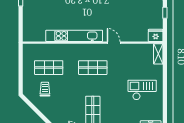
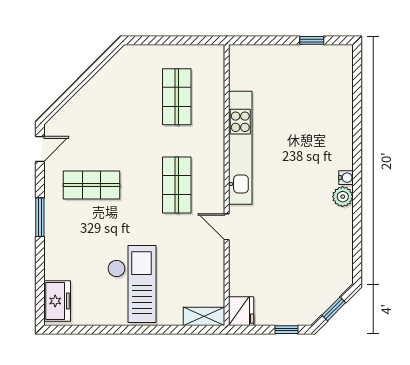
door: (114, 43) -> (227, 227), swing flipped
trolley: (45, 89) -> (133, 89), removed
checkout: (142, 90) -> (132, 284), width x1.36, depth x1.21

